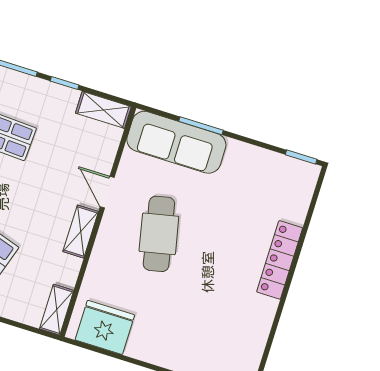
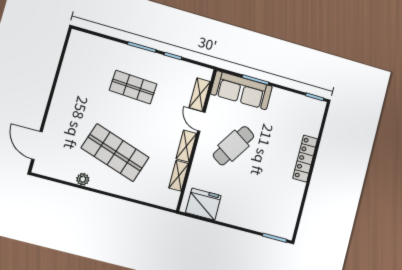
shelving: (103, 110) -> (200, 95), moved, turned 90
cafe table: (159, 234) -> (233, 146), turned 45
shelving: (57, 310) -> (179, 176), moved

